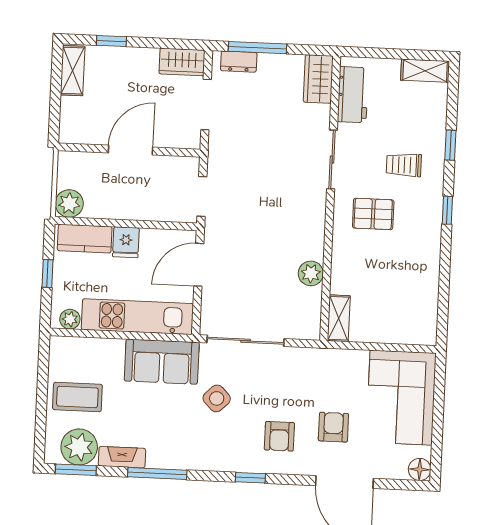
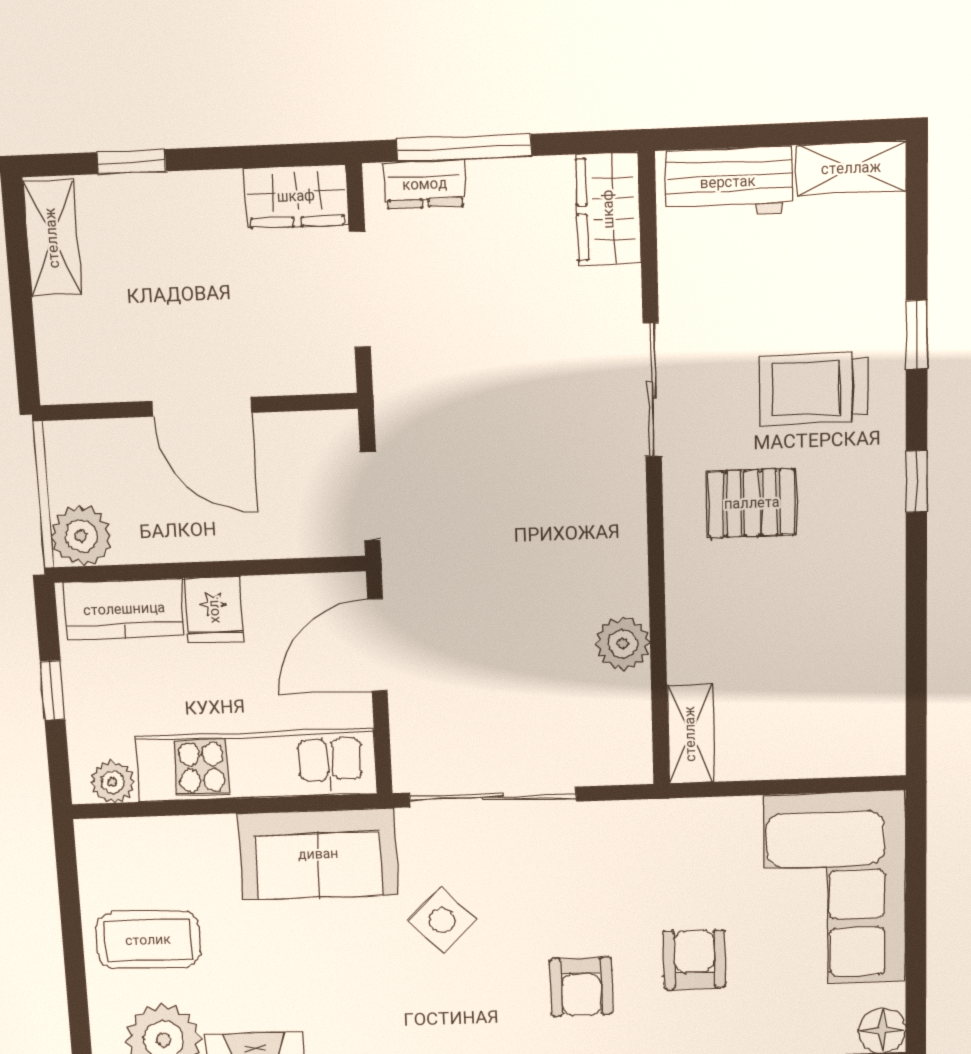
workbench: (353, 95) -> (728, 182), moved, turned 90
door: (131, 150) -> (202, 407), swing flipped
trolley: (404, 165) -> (814, 389), width x1.36, depth x1.39

